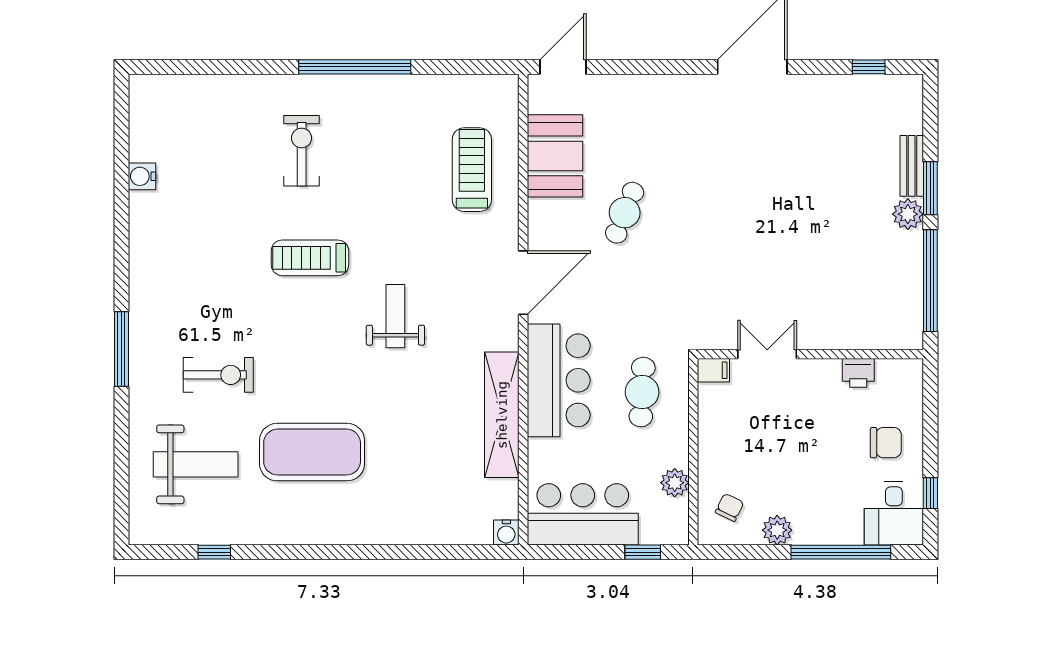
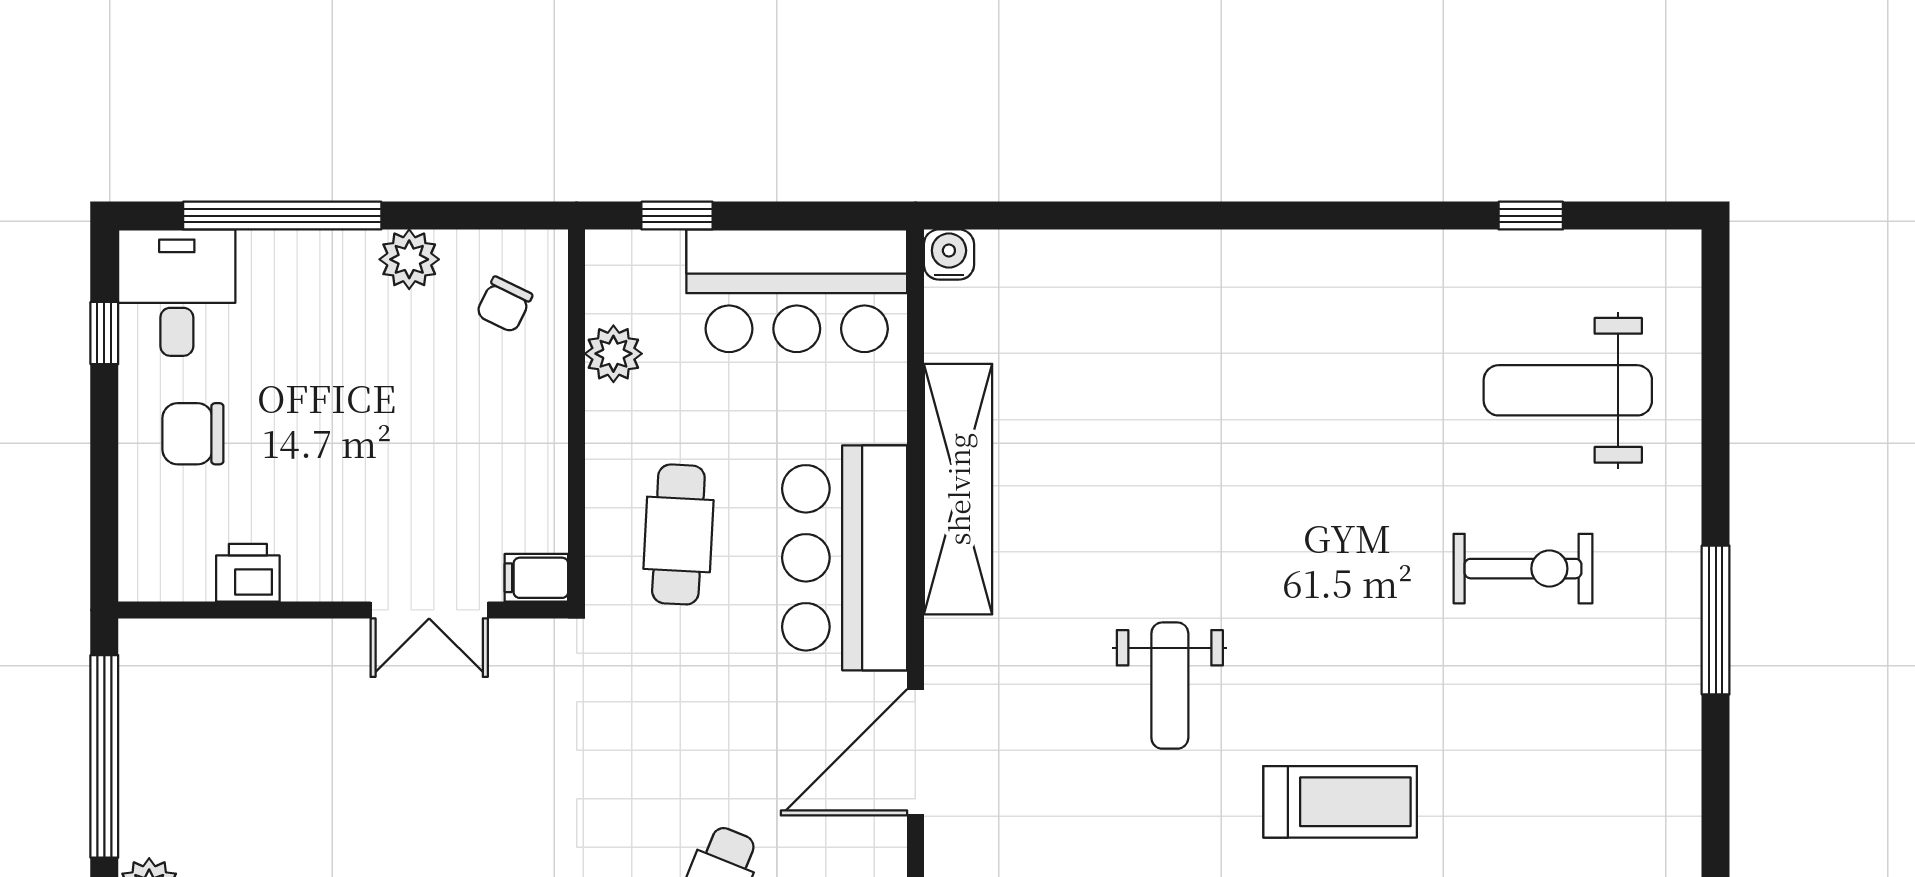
exercise bike: (218, 375) -> (1523, 569), turned 180
exercise mat: (312, 452) -> (1336, 415), removed

